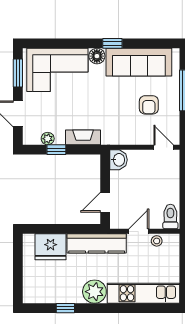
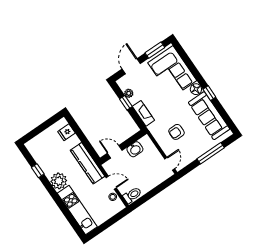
armchair: (149, 105) -> (177, 132), moved
washbasin: (118, 160) -> (135, 149), moved
fridge: (51, 247) -> (66, 132), width x0.53, depth x0.75

